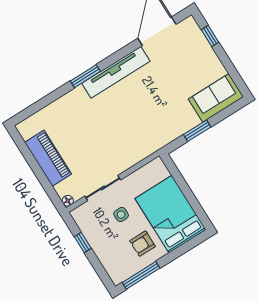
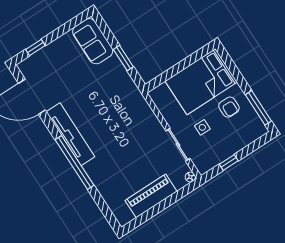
window: (85, 76) -> (75, 162), width x2.11

